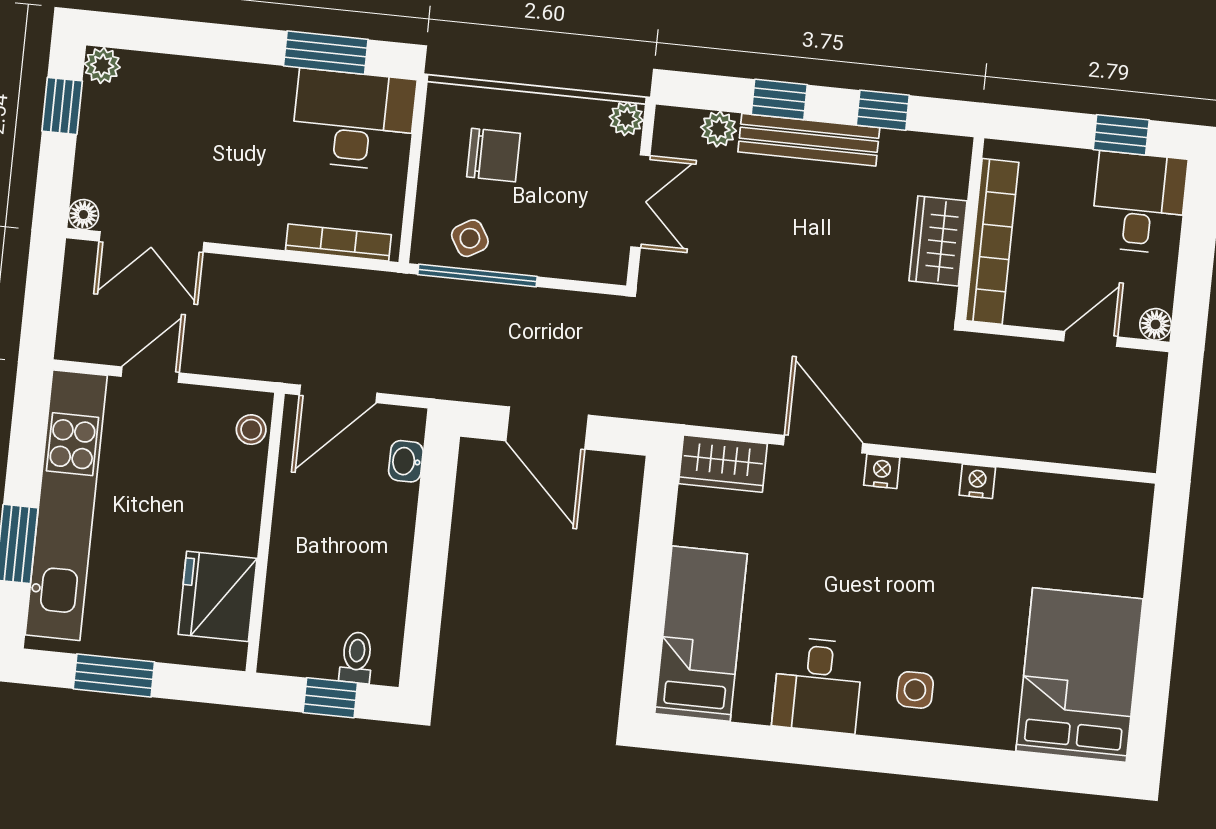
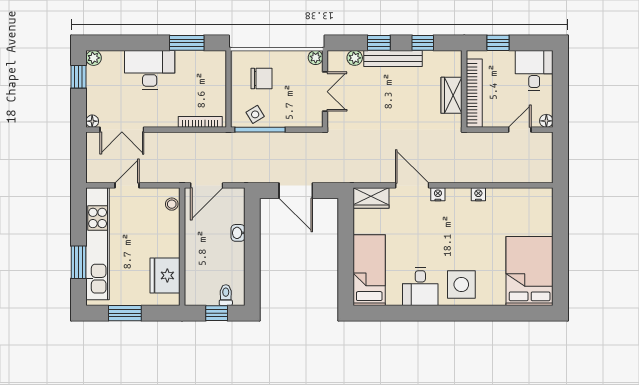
desk: (354, 120) -> (150, 70), moved
window: (1121, 135) -> (498, 43), moved
washbasin: (406, 461) -> (238, 233), moved
side table: (915, 690) -> (461, 284), width x1.87, depth x1.87

